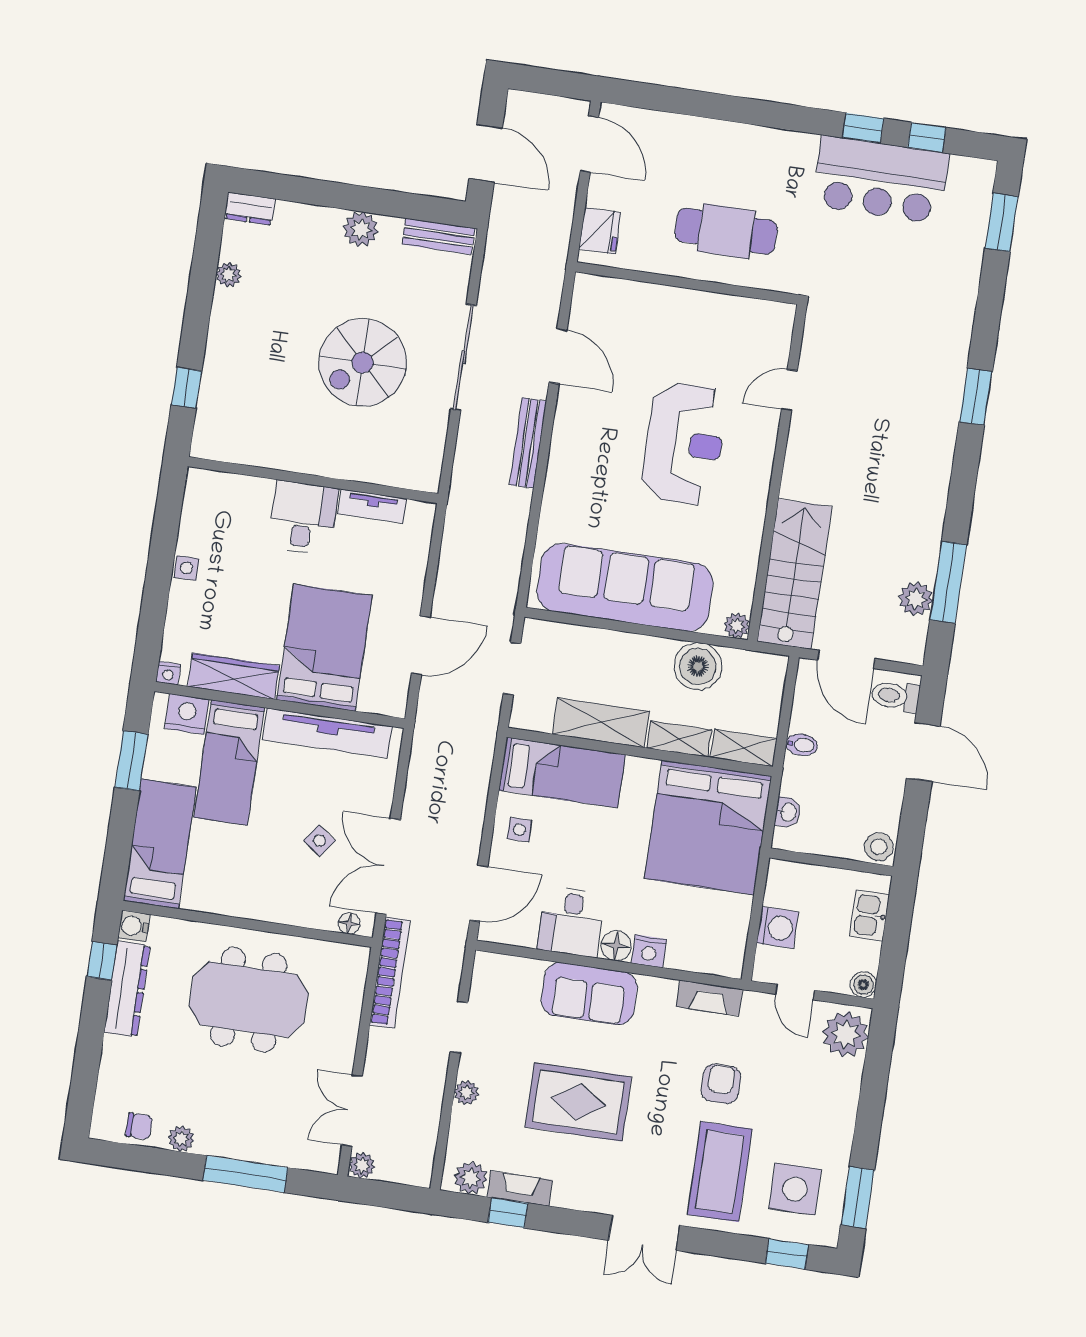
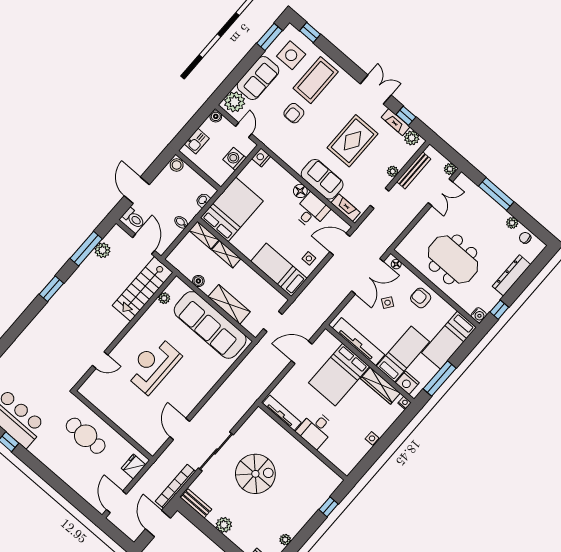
window: (976, 397) -> (51, 289), moved
bench: (528, 443) -> (414, 170), moved
tv unit: (372, 506) -> (282, 413), width x1.41
plant: (737, 626) -> (164, 298), moved
boiler: (698, 666) -> (198, 281), width x0.54, depth x0.54
shelving: (601, 723) -> (229, 304), moved
window: (131, 761) -> (440, 378), width x1.44
bed: (708, 827) -> (232, 209), width x0.73
armchair: (263, 889) -> (421, 298), added
nightstand: (649, 951) -> (261, 157), moved, turned -90
bookcase: (390, 973) -> (175, 486), moved
dresser: (127, 989) -> (512, 275), moved
fireplace: (709, 998) -> (346, 208), moved
rug: (578, 1102) -> (352, 141), turned 90
sofa: (830, 1107) -> (258, 78), added
double door: (644, 1233) -> (376, 89), moved

